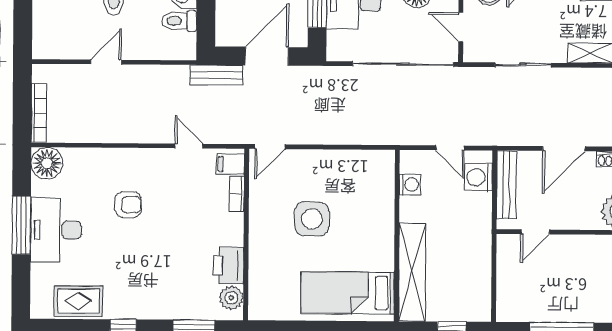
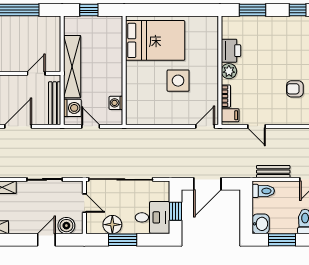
toilet: (179, 21) -> (263, 191), moved
bench: (216, 75) -> (273, 172), moved
shelving: (412, 272) -> (72, 67), moved
bed: (348, 293) -> (155, 40), width x1.50
plant: (231, 298) -> (229, 71), moved

